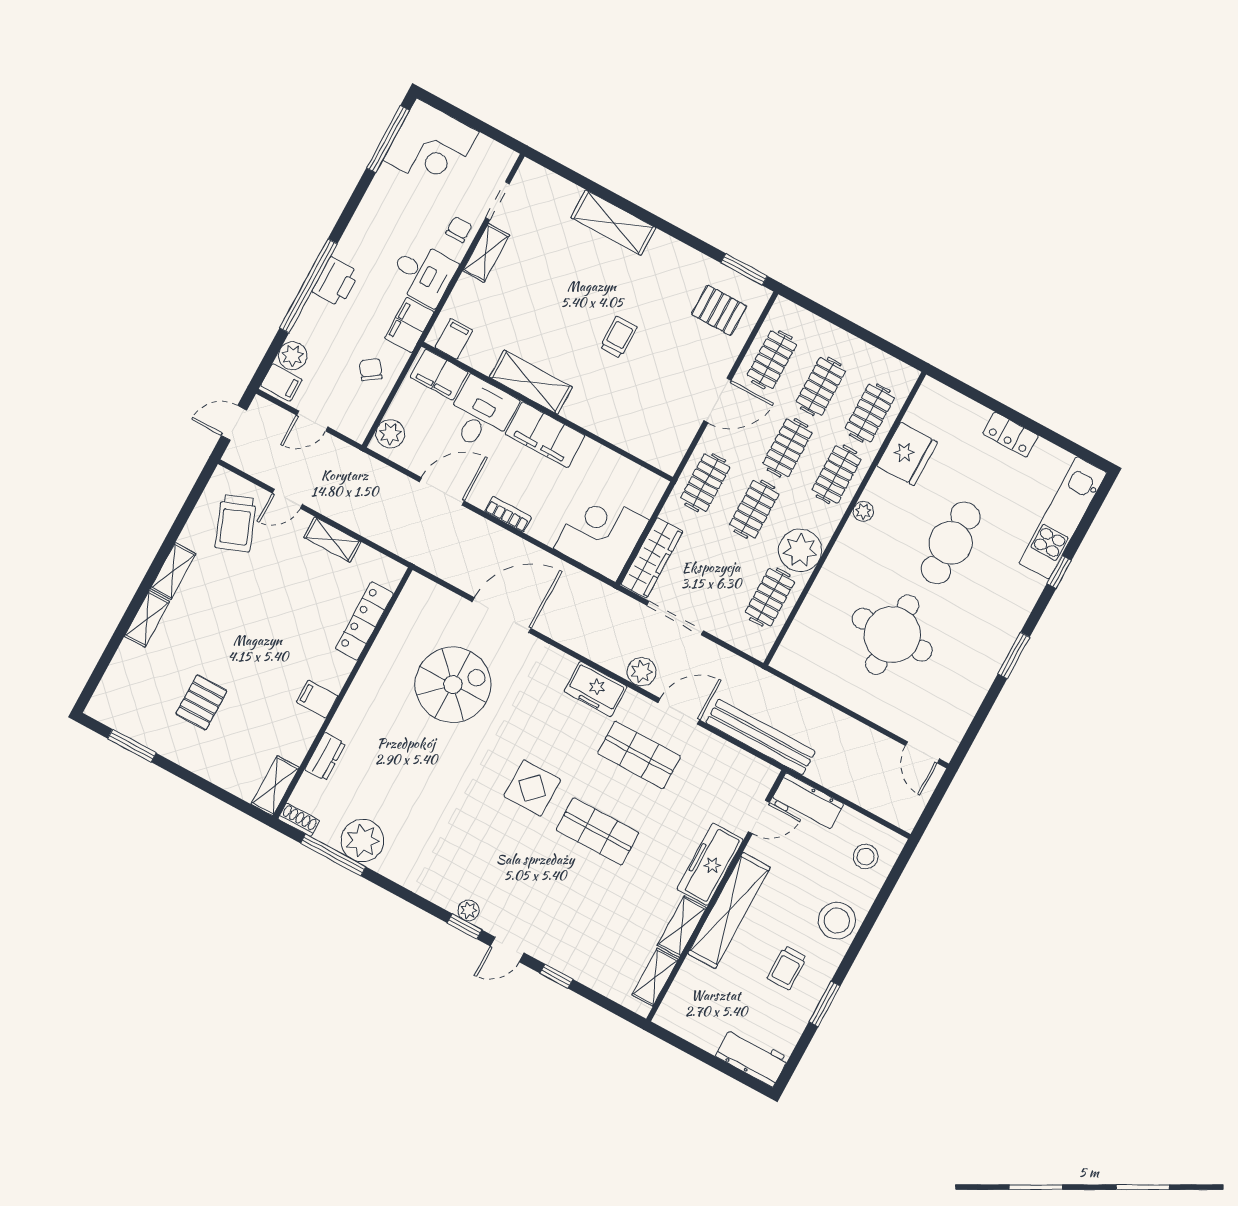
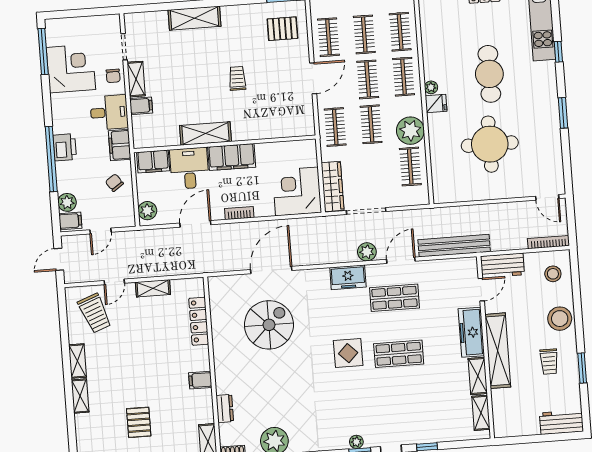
corner desk: (431, 146) -> (71, 69), moved, turned -90
chair: (459, 229) -> (113, 76), turned 180
filing cabinet: (454, 339) -> (141, 106), moved, turned 90
fridge: (907, 454) -> (436, 104), moved, width x0.53, depth x0.75
bookcase: (886, 812) -> (549, 242), added

